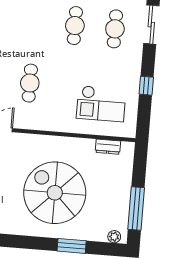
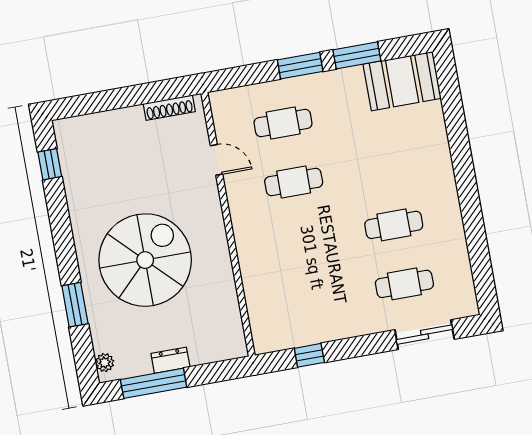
window: (146, 86) -> (309, 355), moved
checkout: (101, 104) -> (291, 293), removed
dresser: (108, 147) -> (170, 360), moved, turned 90

